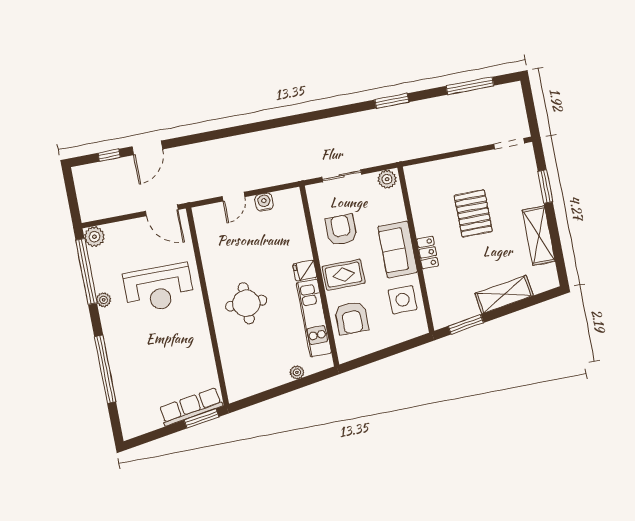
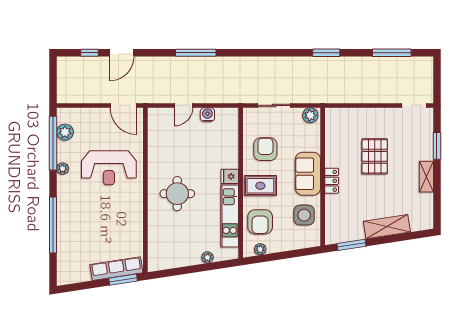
window: (236, 131) -> (196, 53), added
shelving: (539, 236) -> (426, 177), width x0.67, depth x0.75
plant: (94, 237) -> (65, 132), moved
plant: (358, 351) -> (260, 249), added

